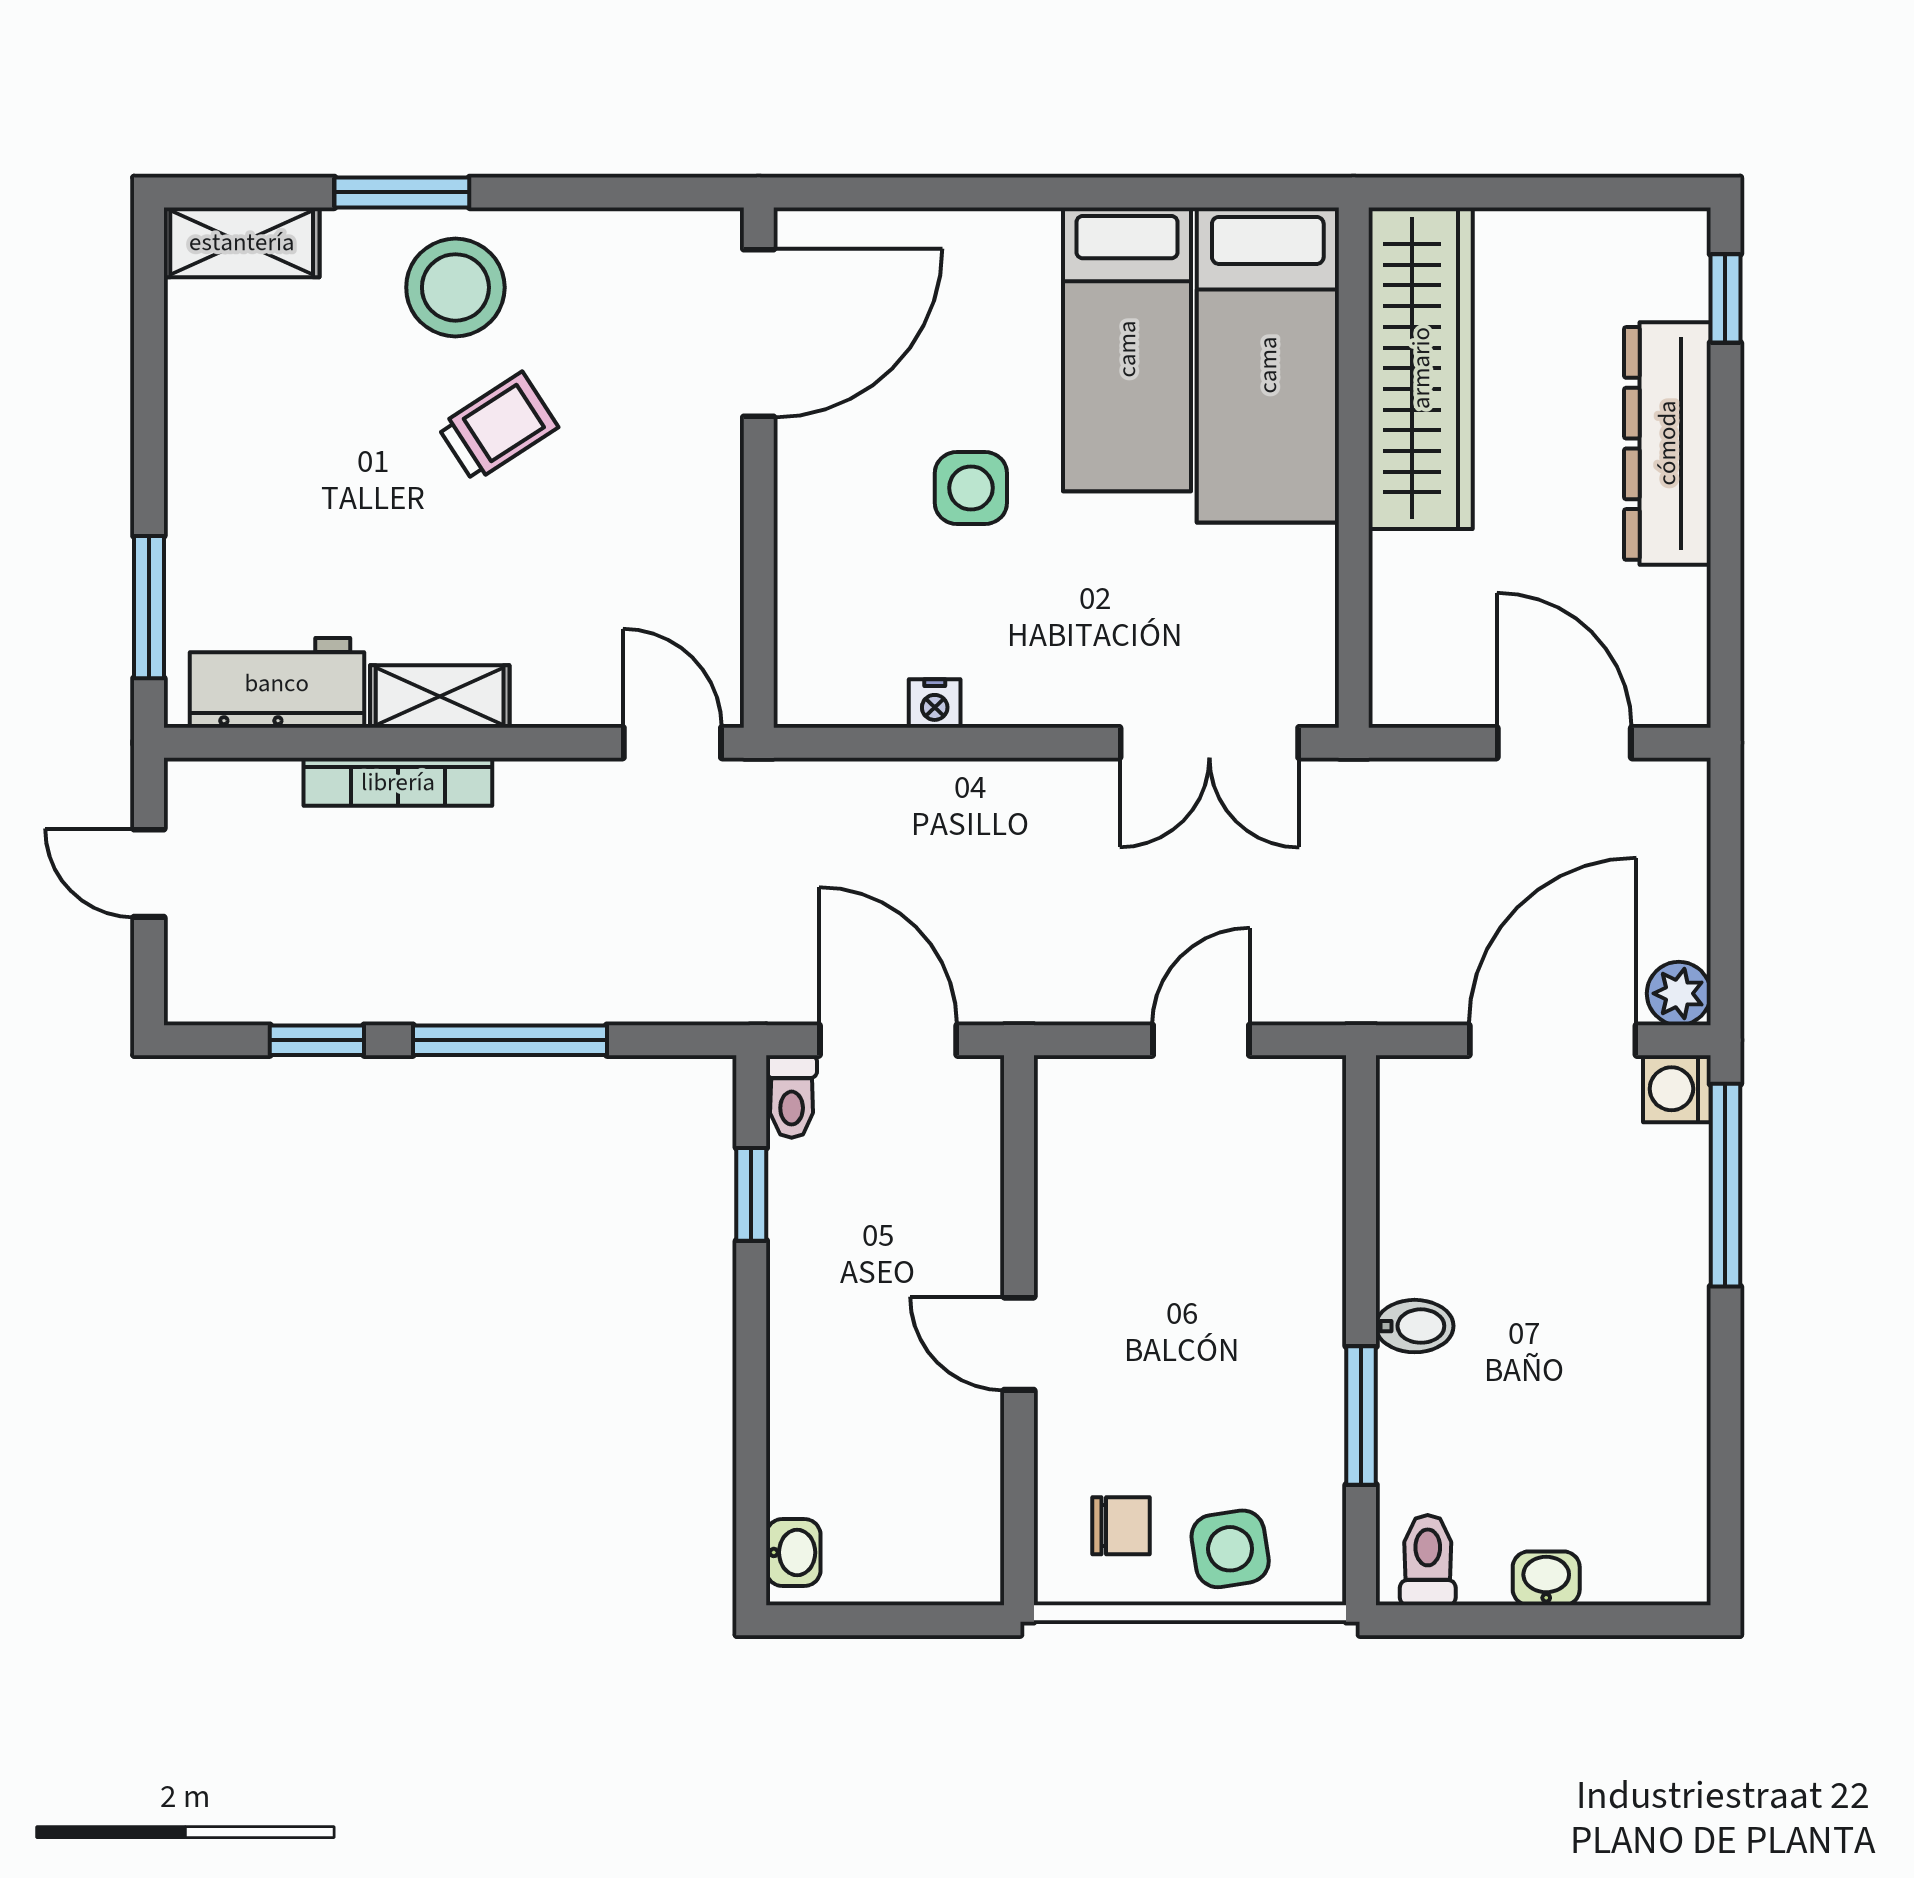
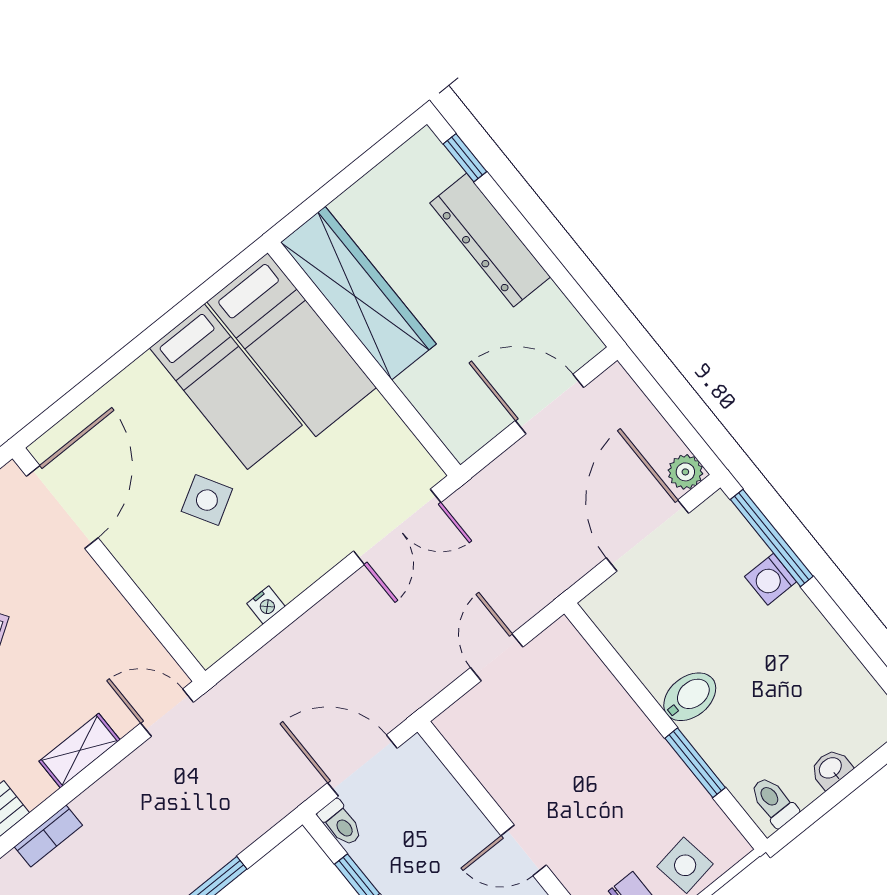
side table: (971, 488) -> (207, 500), turned -30
shelving: (440, 697) -> (80, 751), moved
bookcase: (398, 782) -> (48, 836), width x0.64
washing machine: (1677, 1089) -> (771, 579), moved
bidet: (1415, 1326) -> (690, 697), width x1.38, depth x1.36

